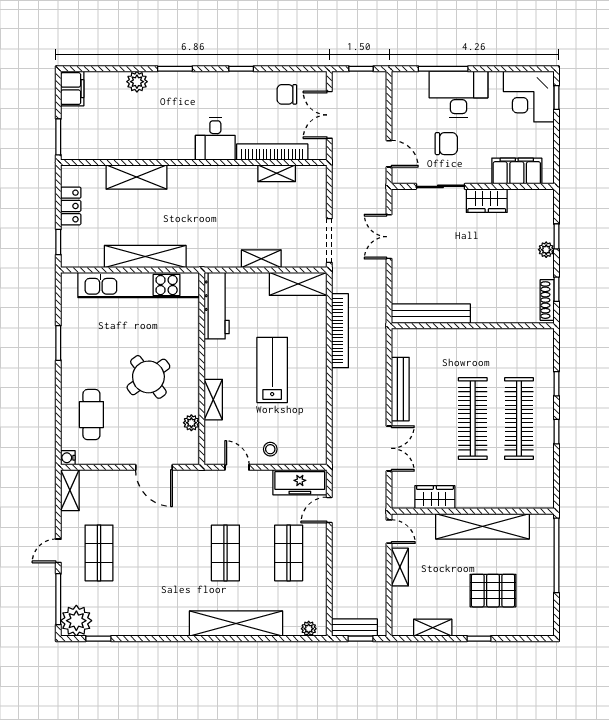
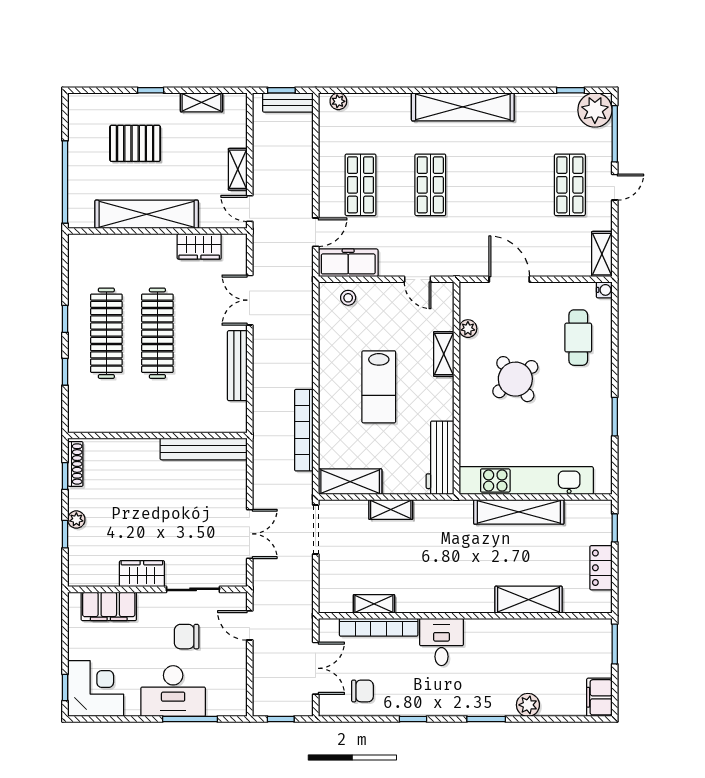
stool: (270, 449) -> (348, 298), moved
shelving: (236, 624) -> (463, 107), moved

